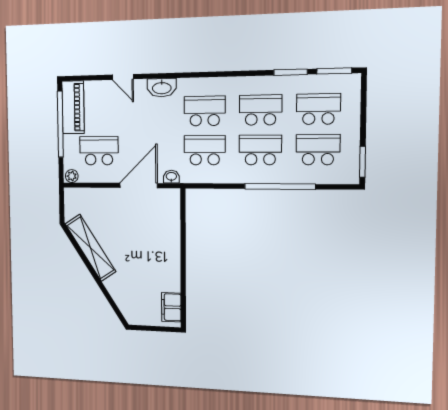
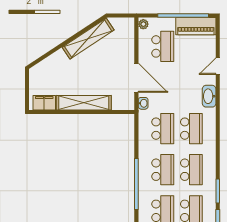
shelving: (171, 256) -> (84, 103), added

